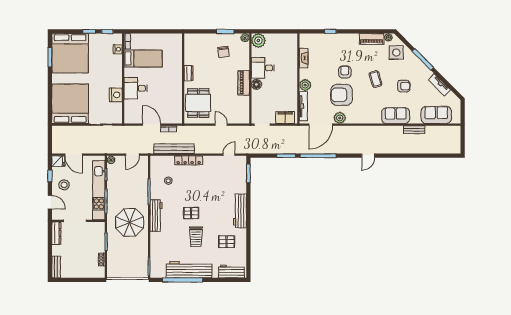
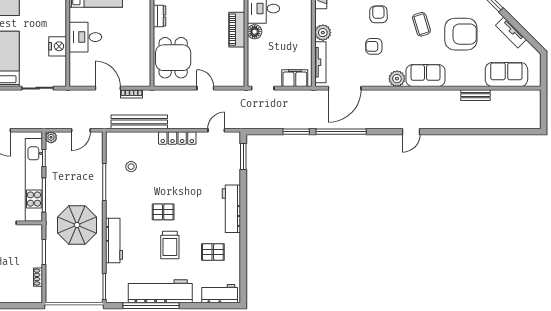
armchair: (404, 86) -> (461, 34), width x1.88, depth x1.88
armchair: (342, 95) -> (374, 46), width x0.53, depth x0.53
sofa: (396, 116) -> (425, 75), moved
plant: (340, 118) -> (397, 79), moved
locker: (189, 160) -> (177, 138), moved
workbench: (156, 216) -> (114, 241), moved

